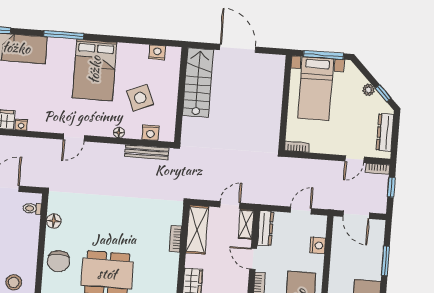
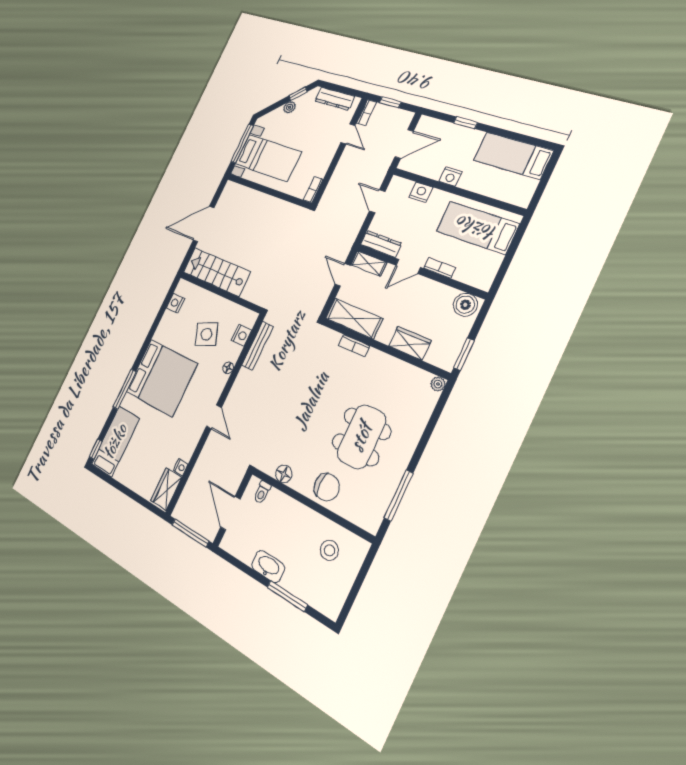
bed: (95, 70) -> (161, 378), width x1.36
window: (386, 261) -> (466, 123), width x0.67
nightstand: (337, 265) -> (451, 177), added

